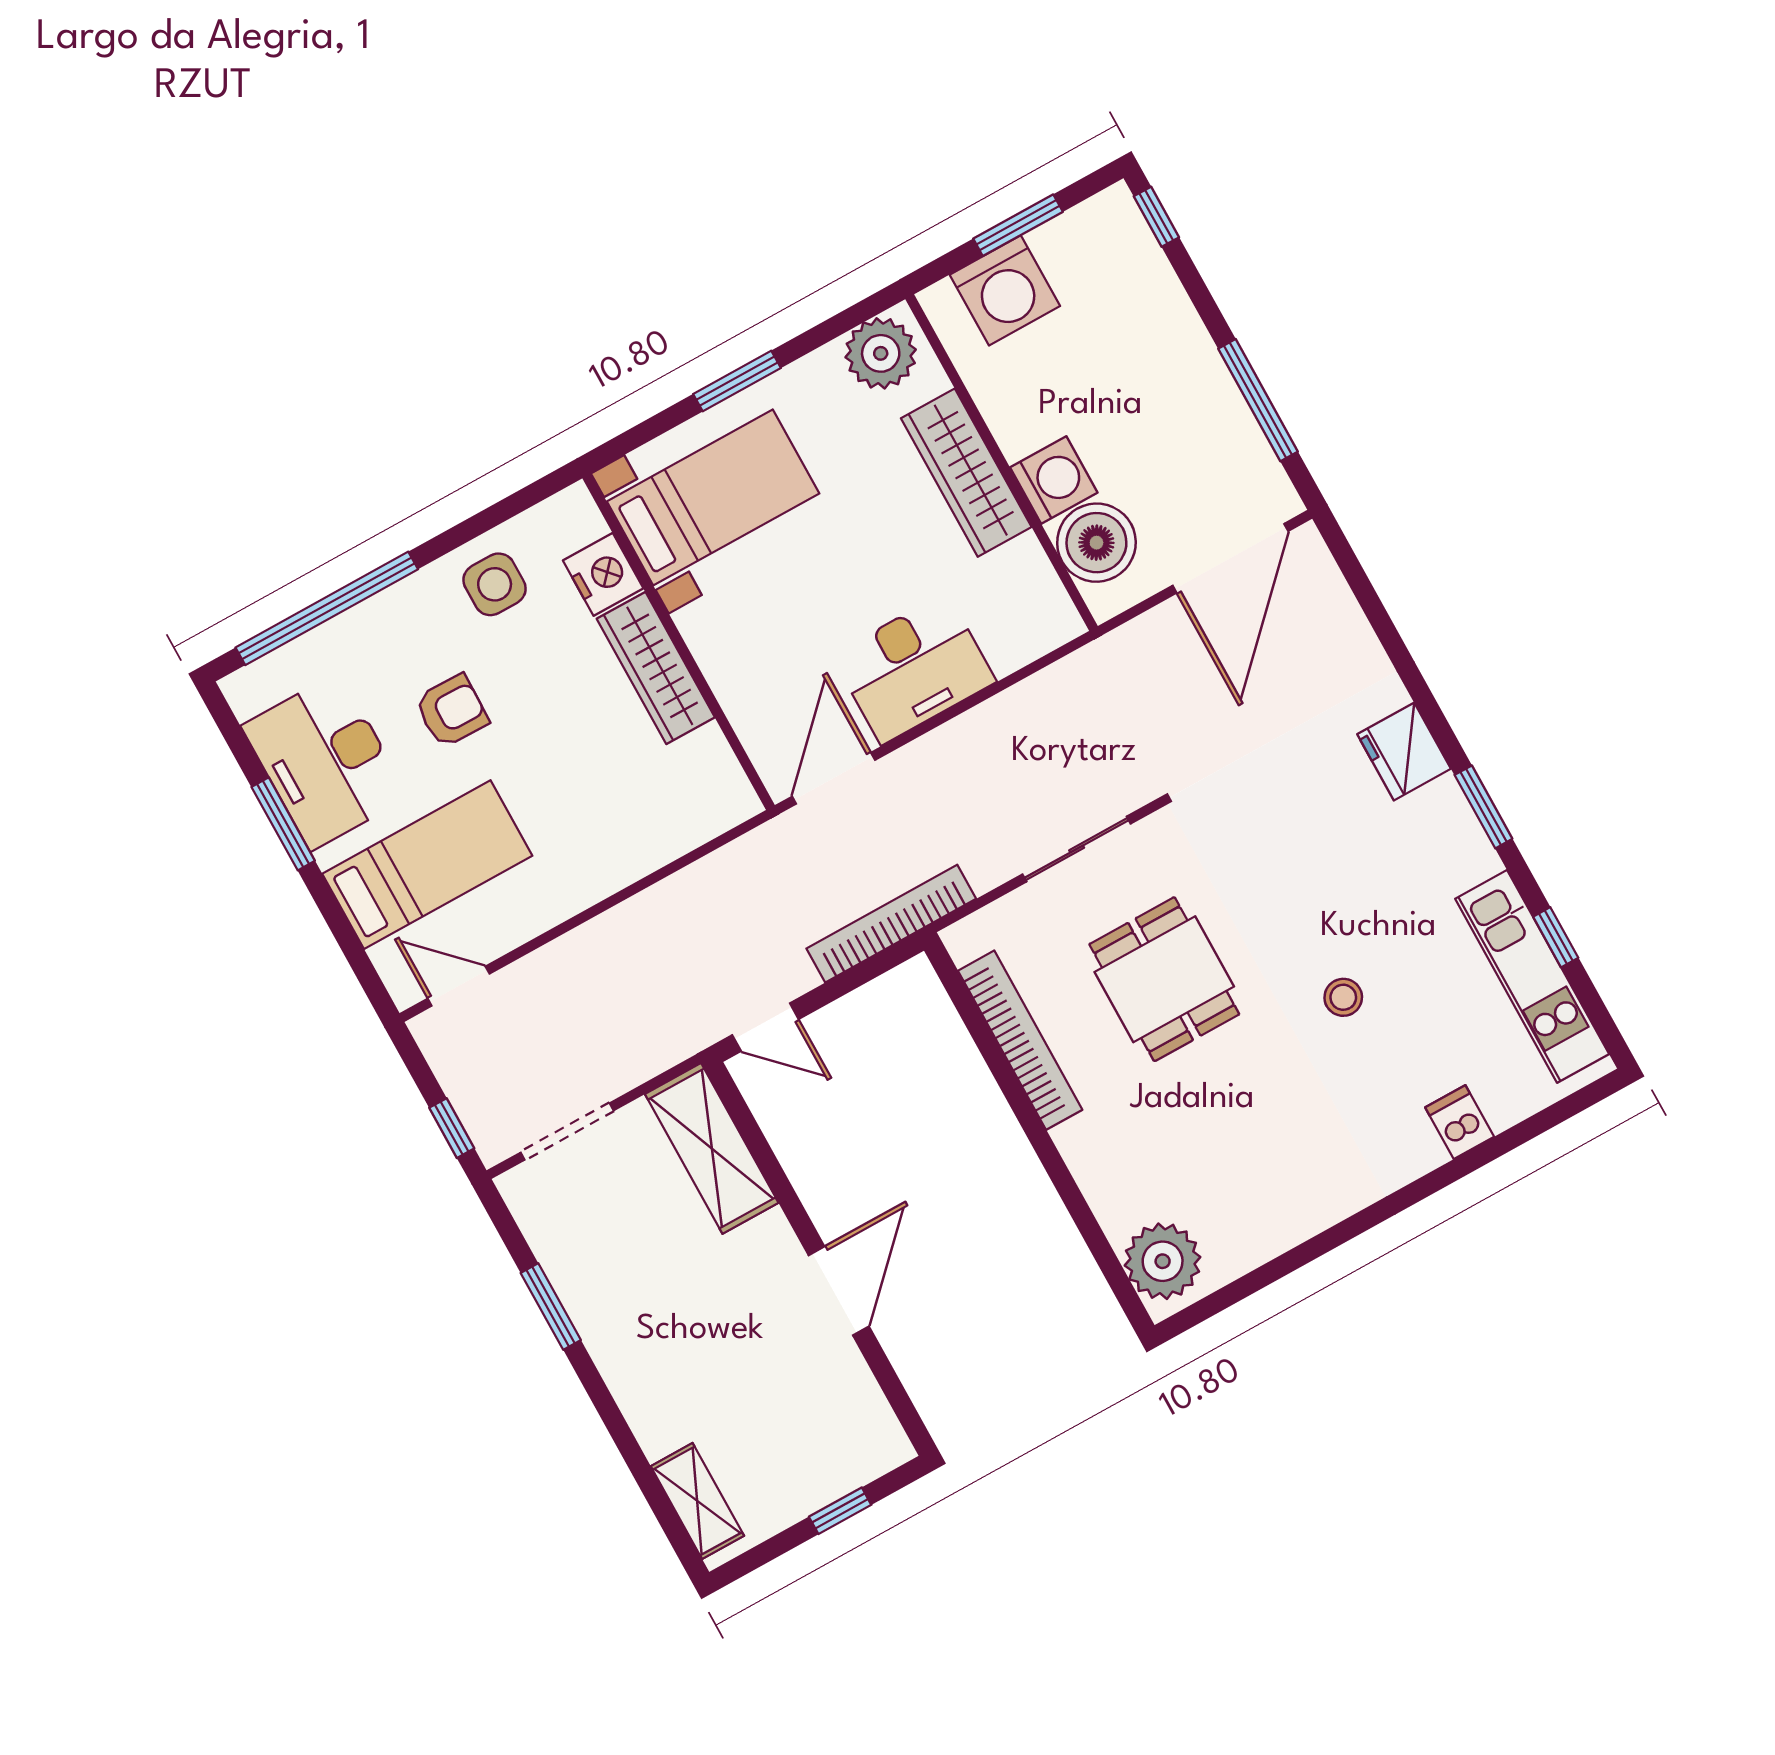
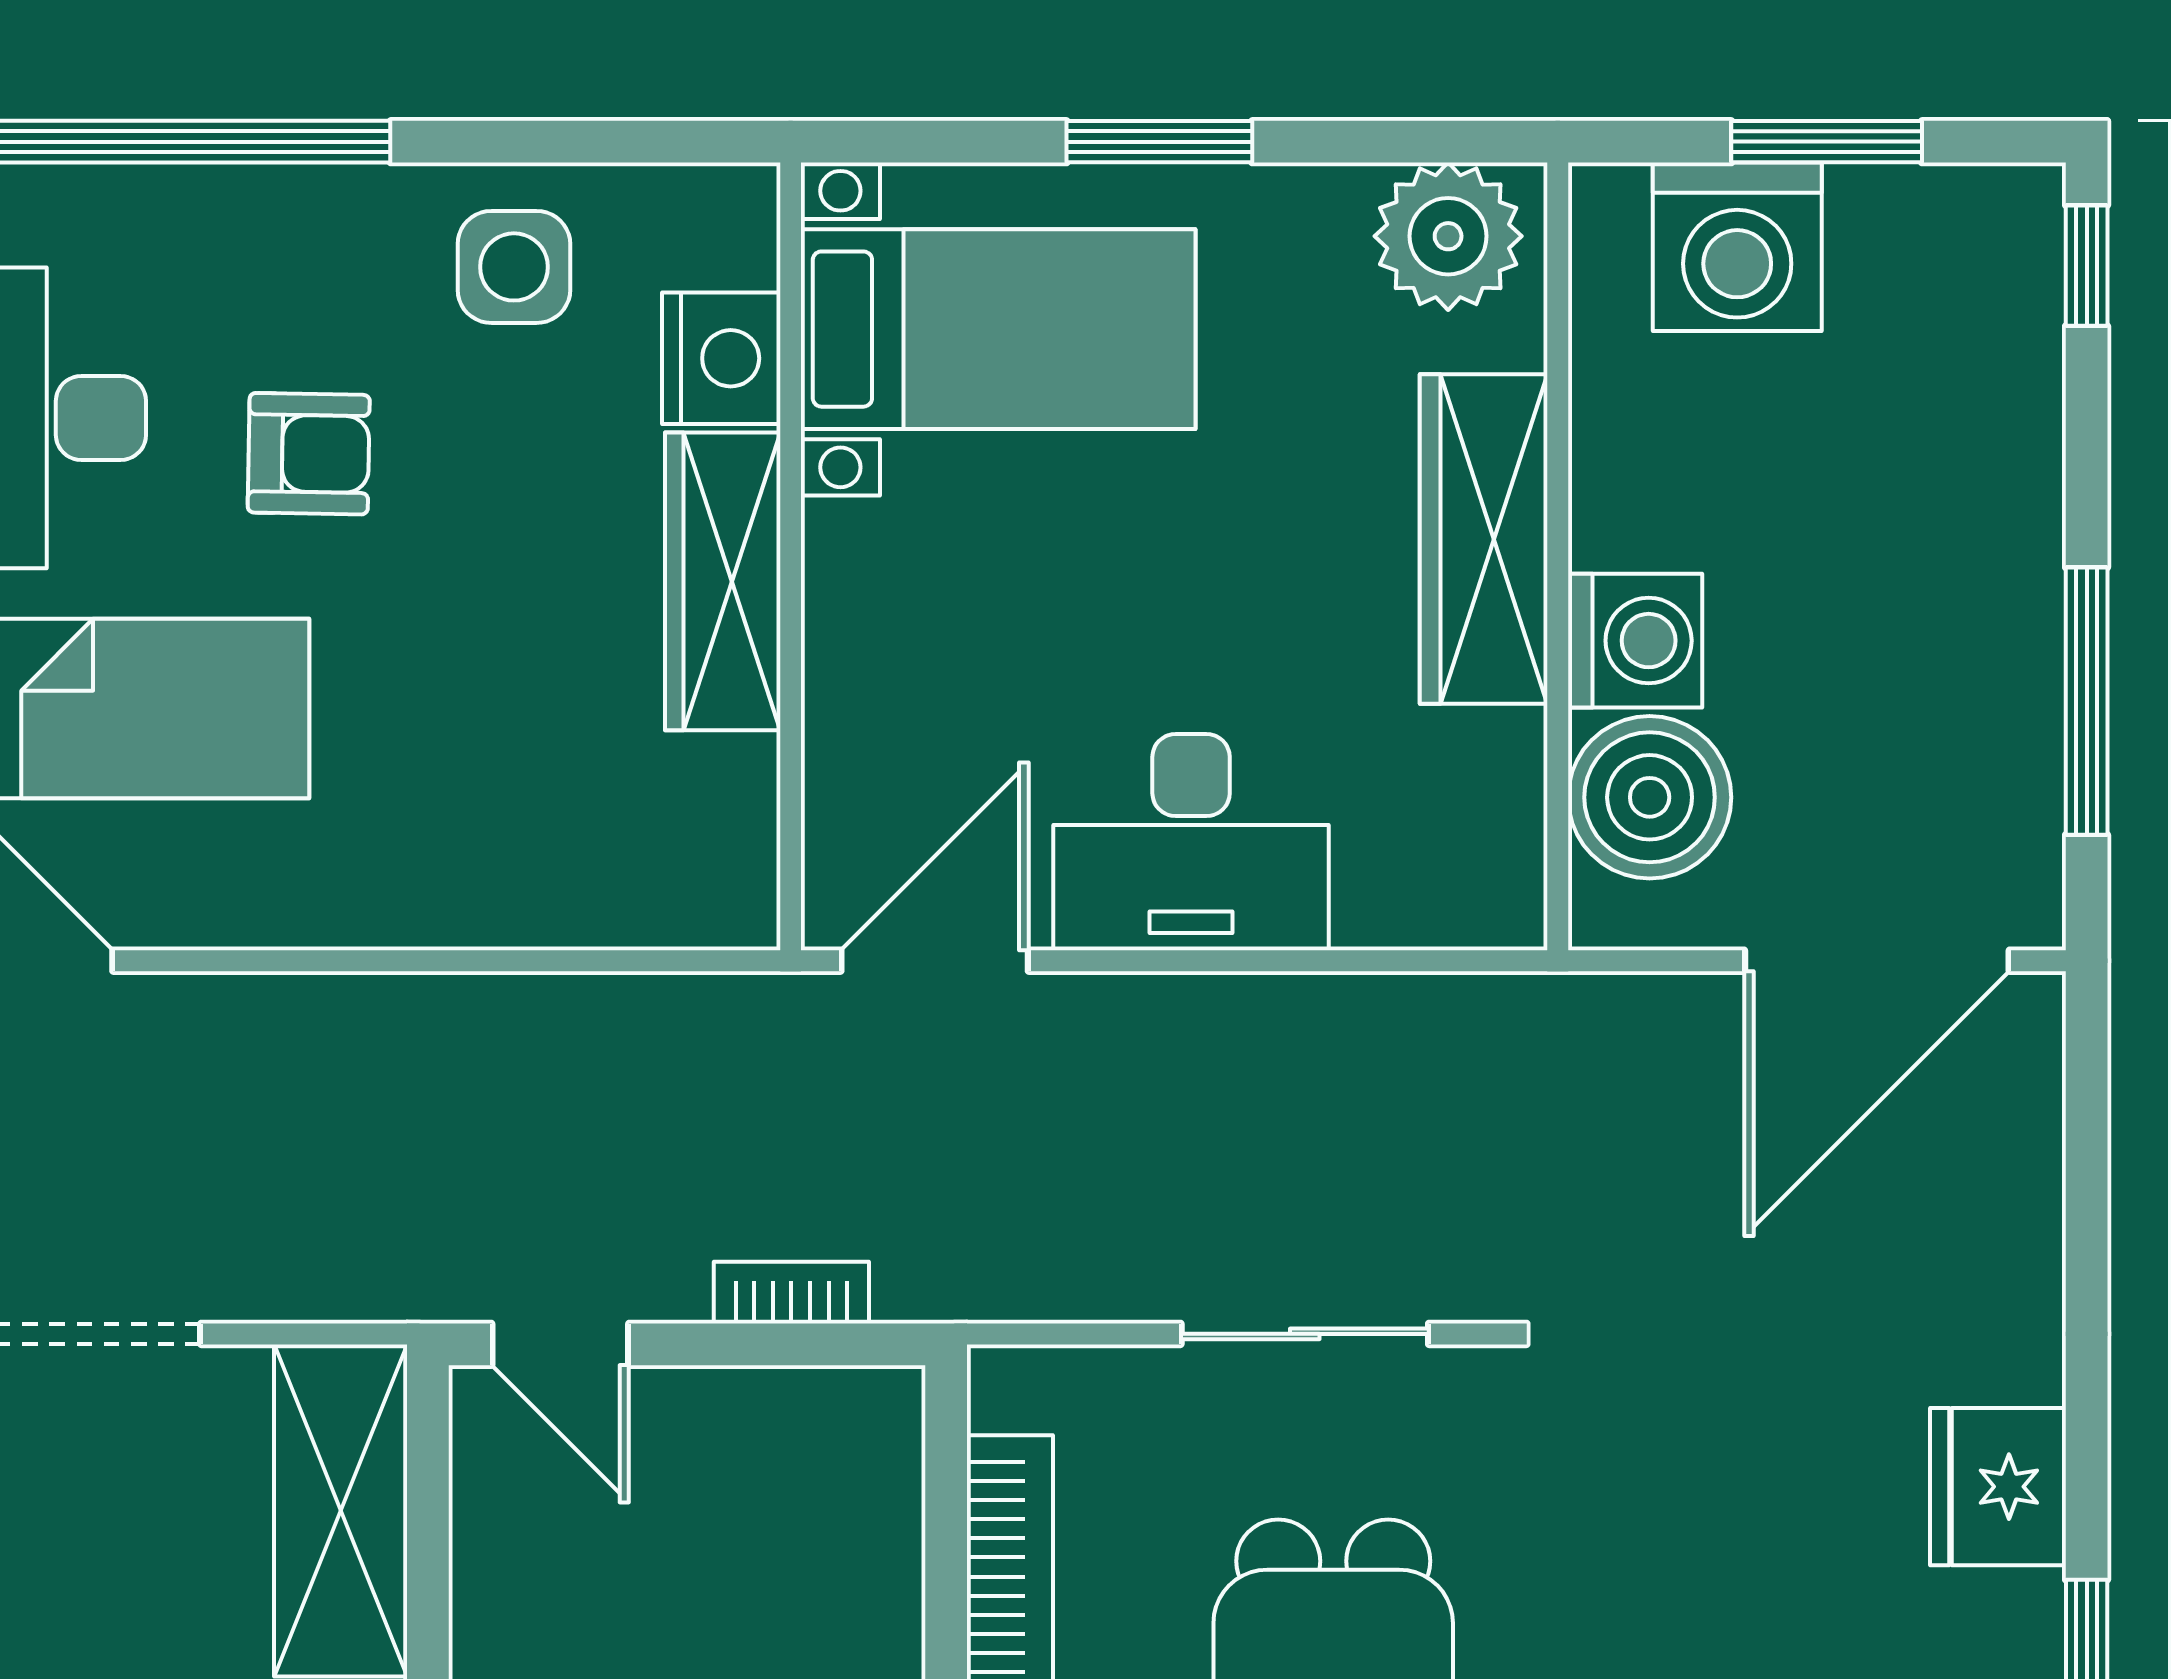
bookcase: (891, 924) -> (791, 1293), width x0.43, depth x0.76

